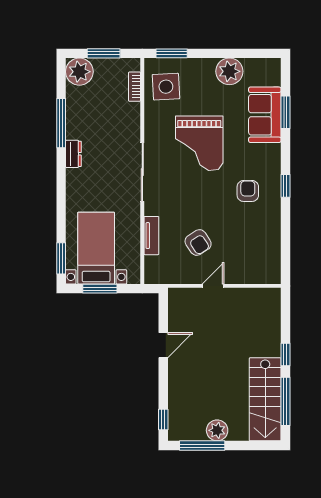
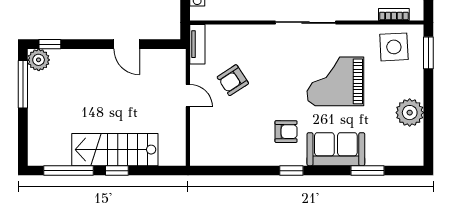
sofa: (265, 115) -> (336, 149), moved
tv unit: (151, 236) -> (197, 44), moved, turned -90
stairs: (265, 399) -> (115, 150), moved
plant: (217, 430) -> (39, 60), moved

